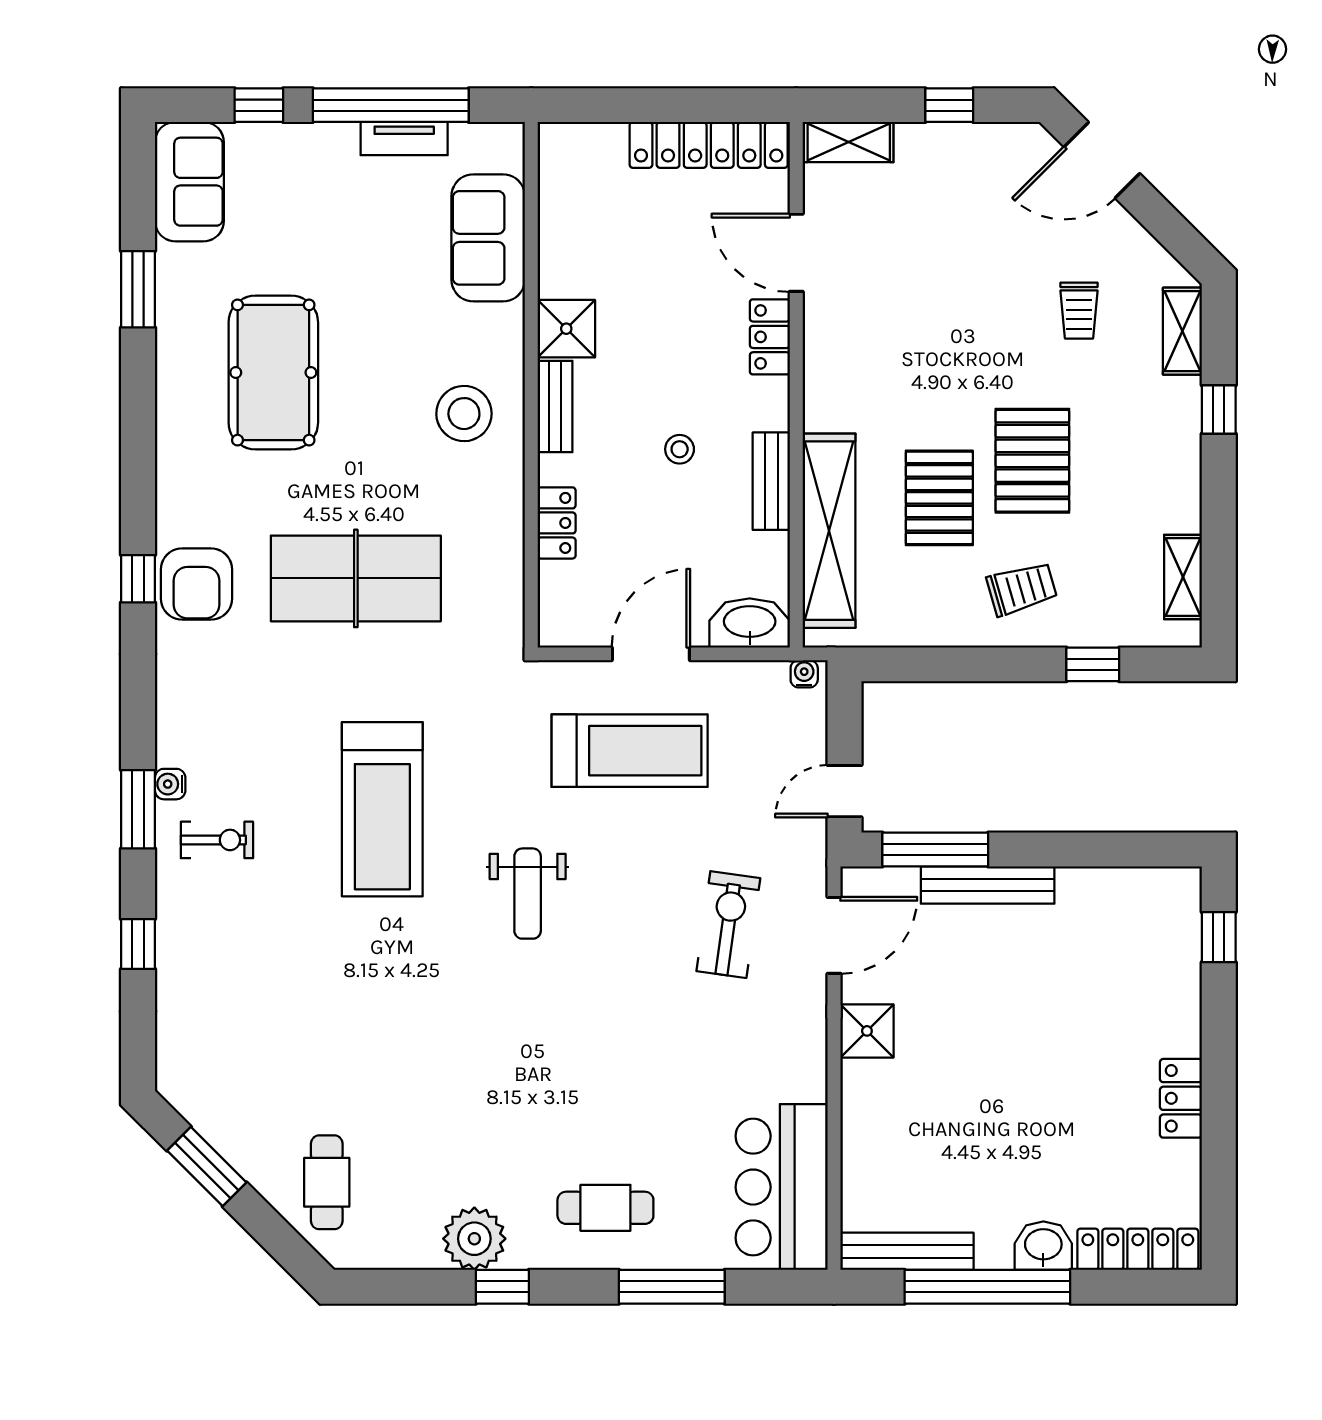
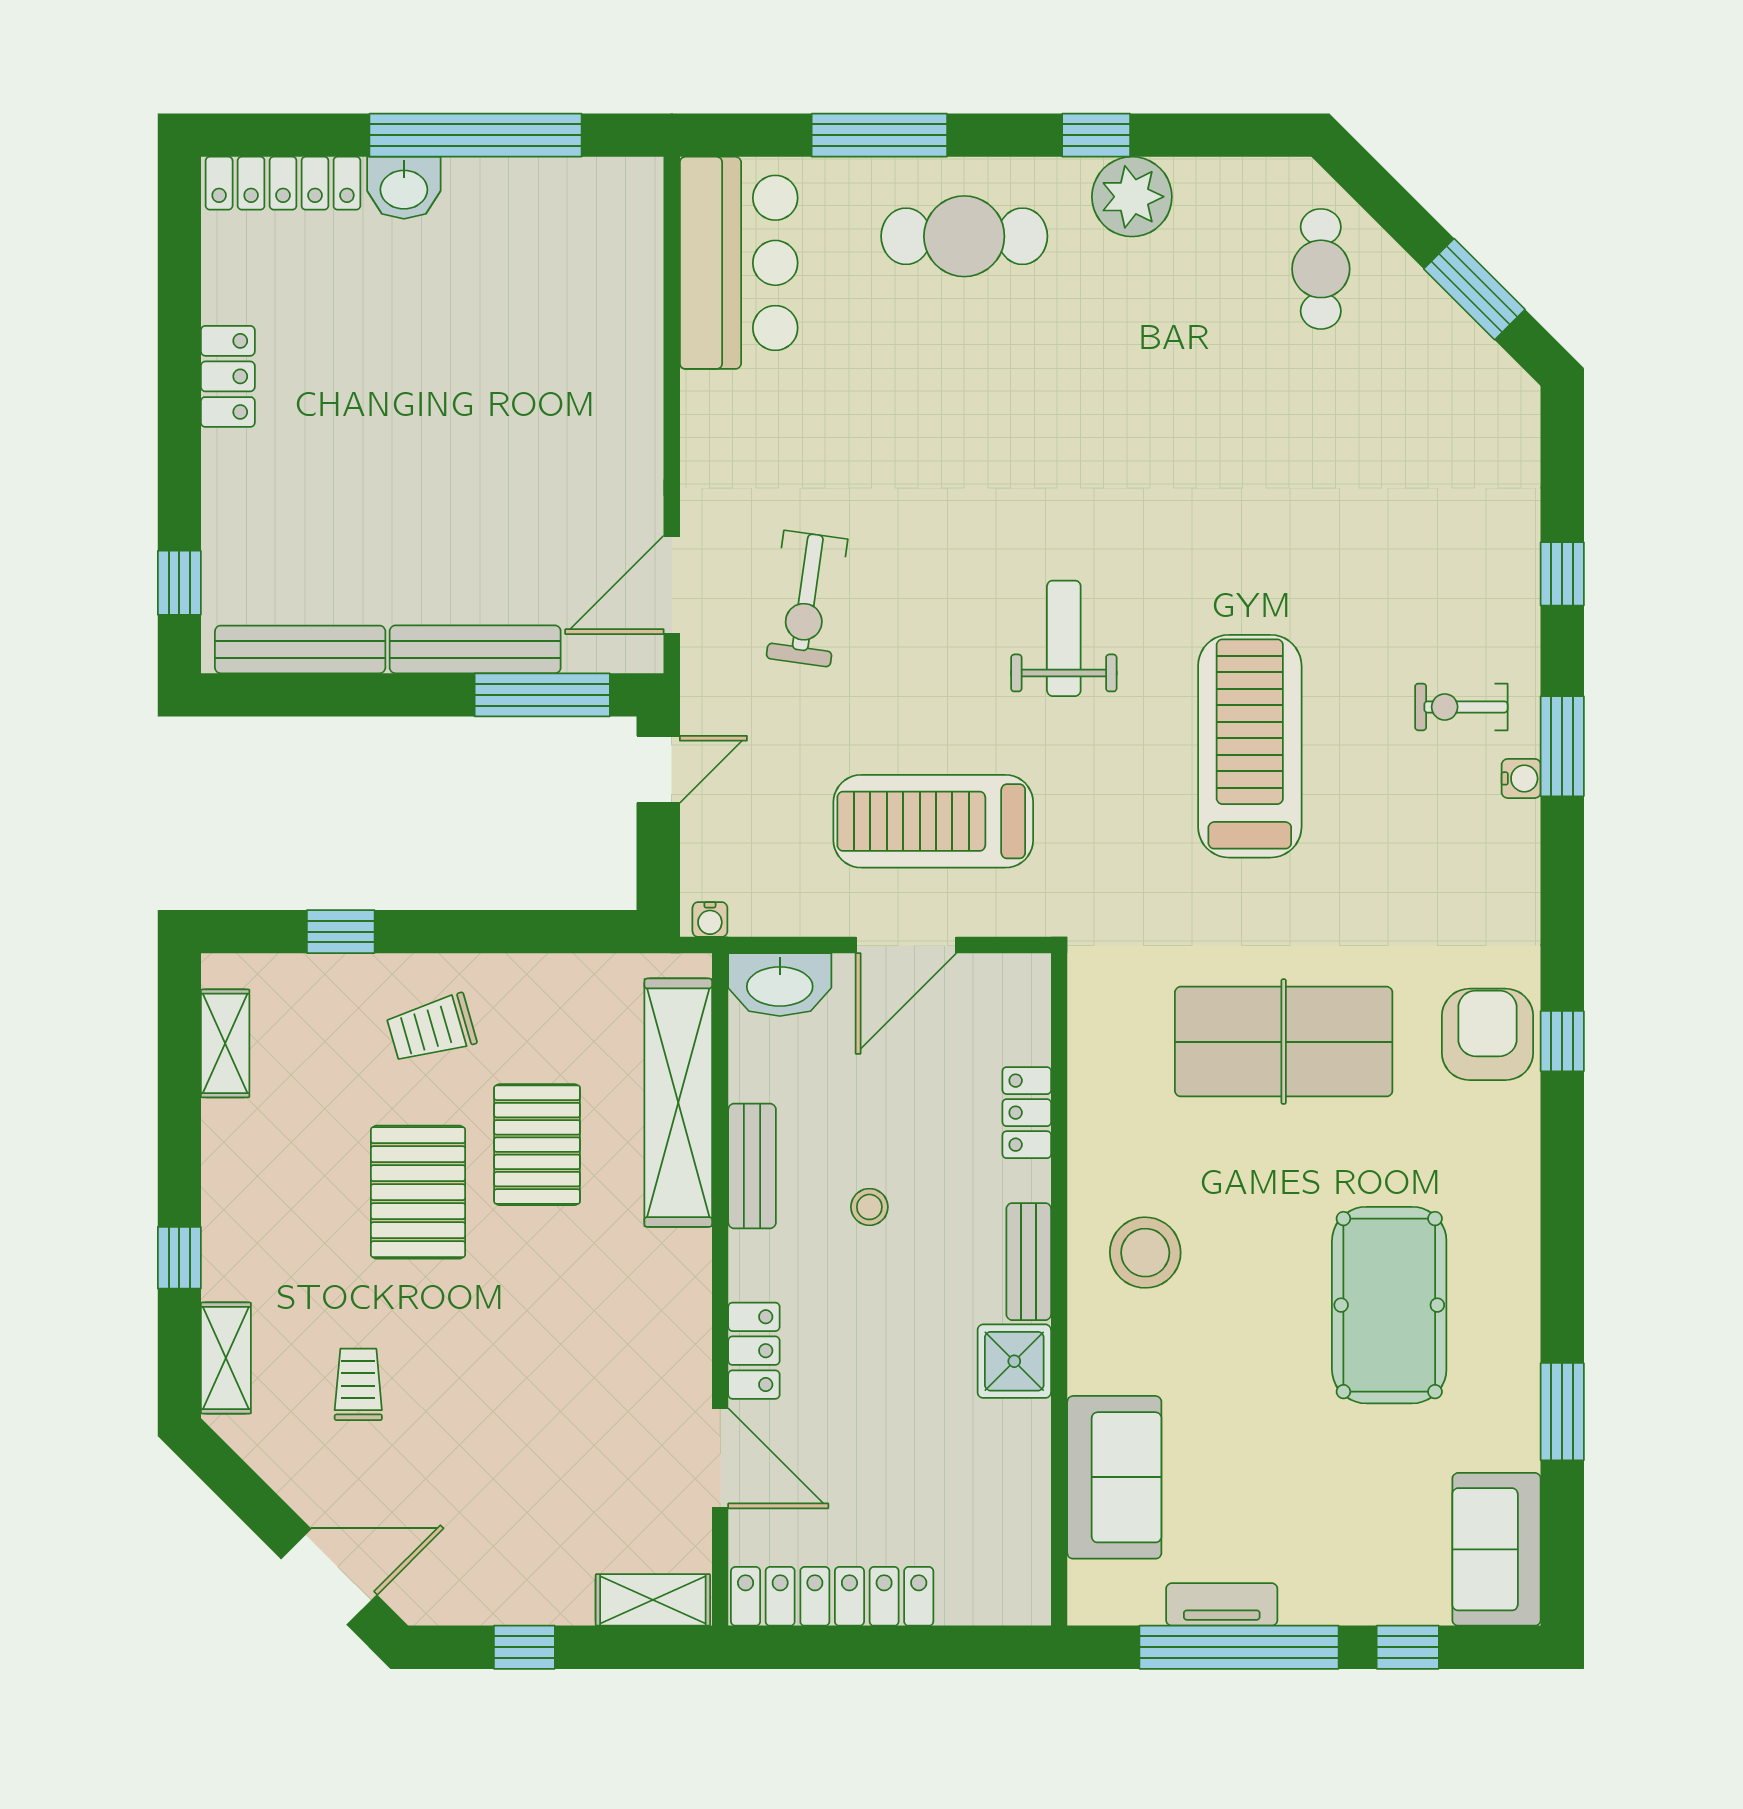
shower: (867, 1031) -> (630, 463), removed
cafe table: (605, 1208) -> (964, 236), width x1.37, depth x1.35
bench: (907, 1251) -> (300, 649), moved

